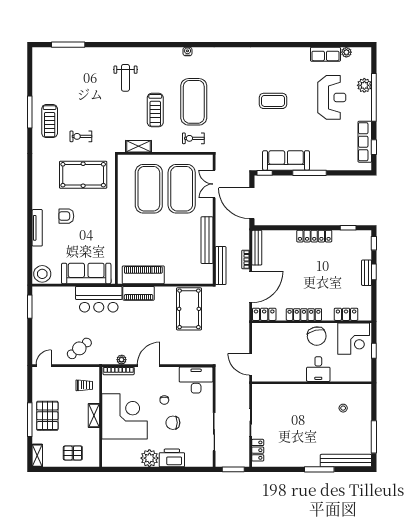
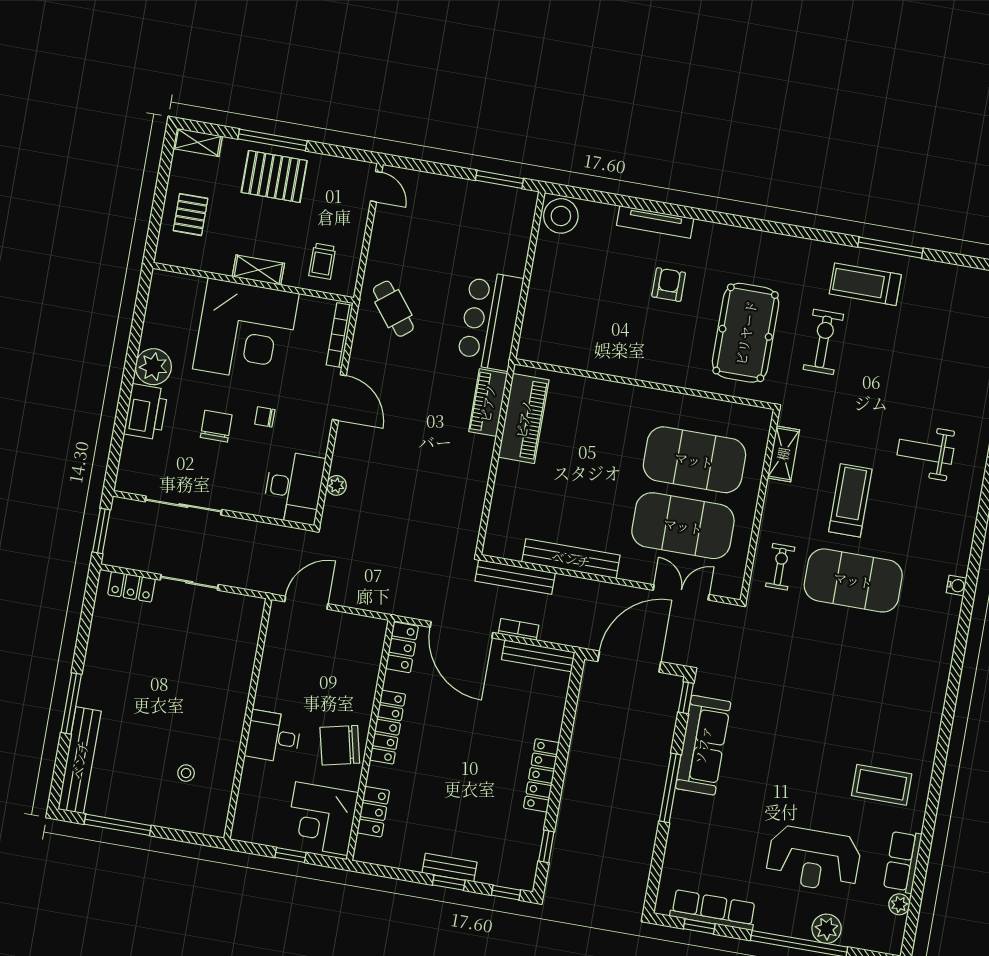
coffee table: (273, 101) -> (882, 785), moved, turned 90
treadmill: (155, 110) -> (850, 500), turned 90
exercise bike: (81, 136) -> (823, 342), width x1.38, depth x1.39
sofa: (86, 273) -> (546, 304), removed
pool table: (189, 309) -> (439, 498), removed
cafe table: (79, 348) -> (393, 309), moved
plant: (122, 360) -> (336, 485), moved

